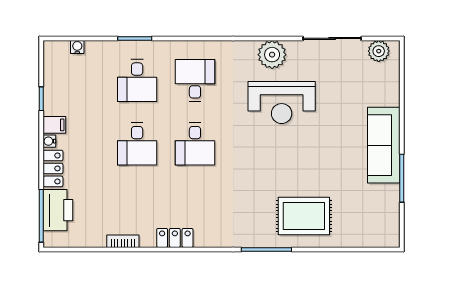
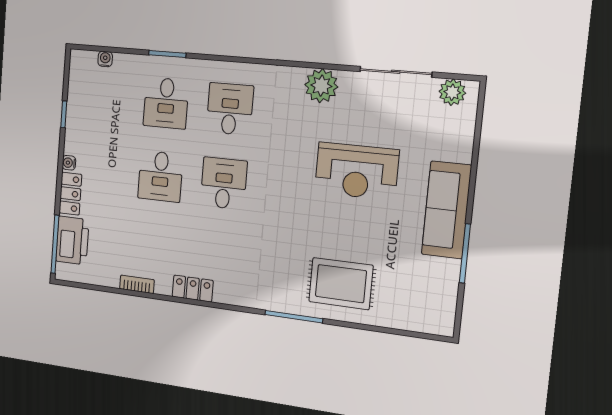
reception desk: (282, 103) -> (357, 171), moved
filing cabinet: (54, 125) -> (75, 145), removed
desk: (195, 144) -> (224, 183), turned 180

